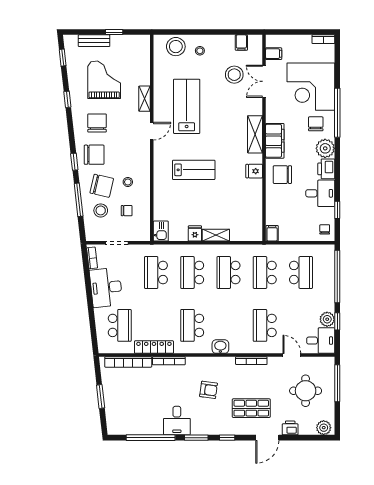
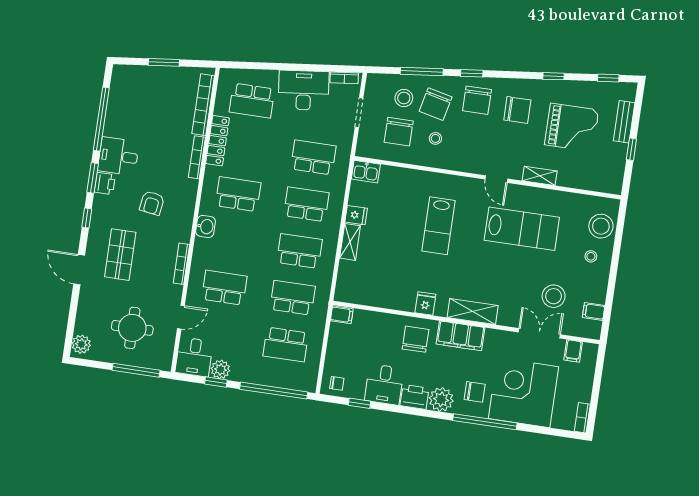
chair: (127, 211) -> (399, 132), width x1.87, depth x1.87
printer: (290, 428) -> (105, 183), moved

